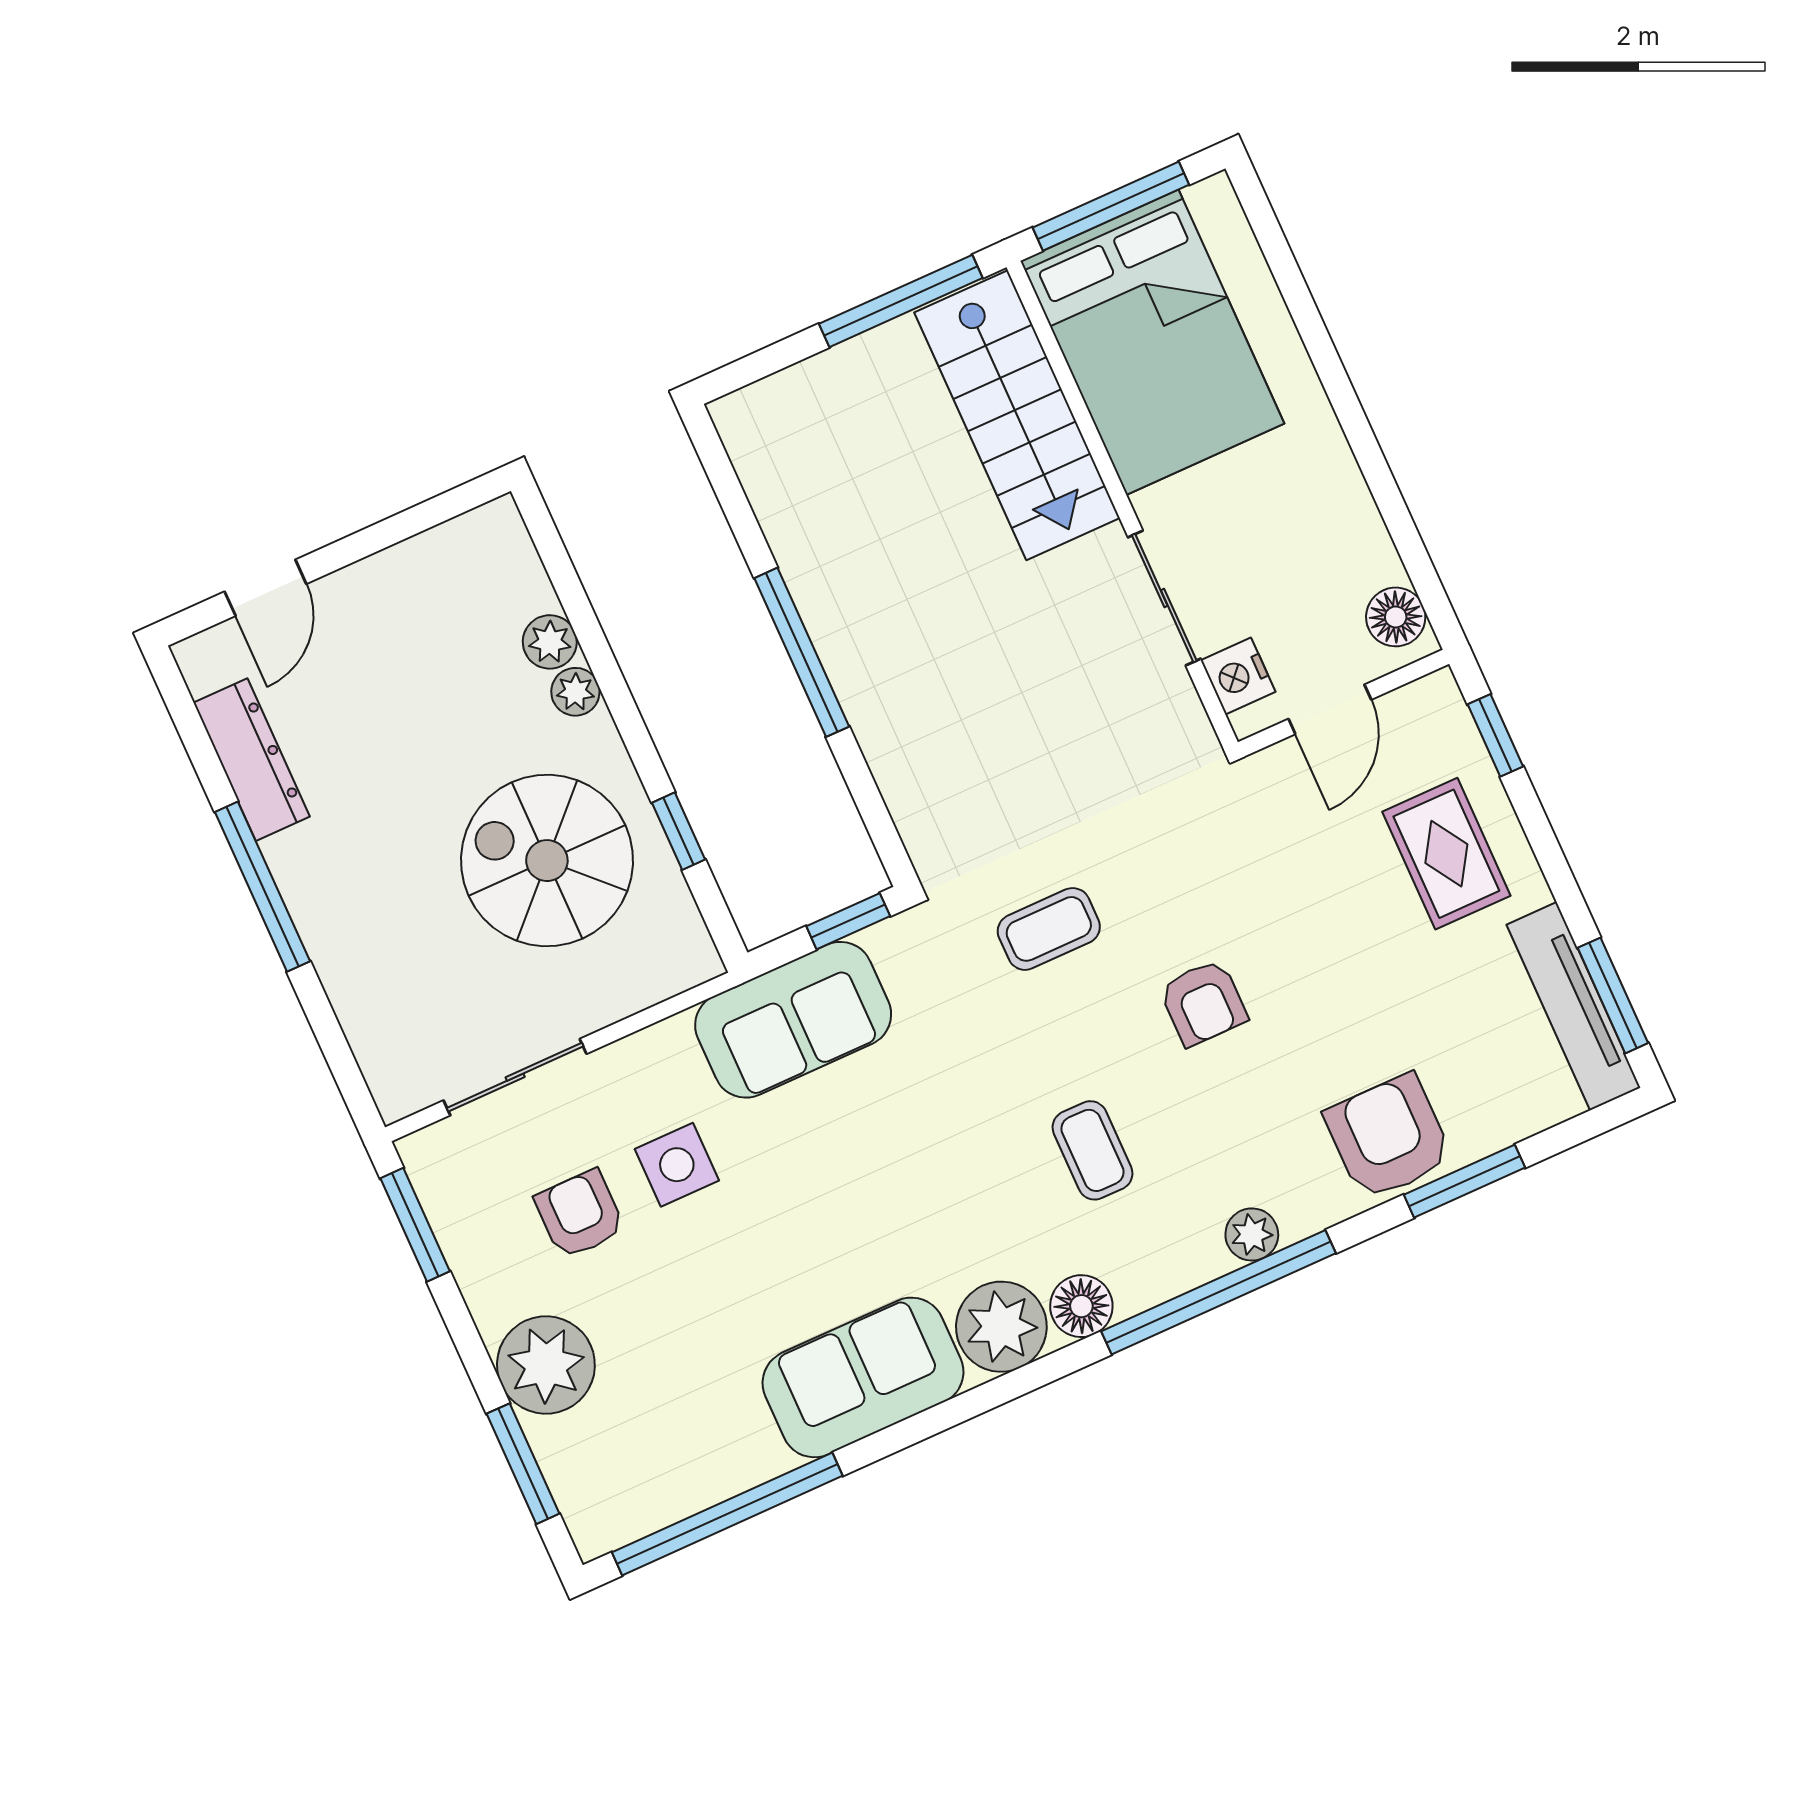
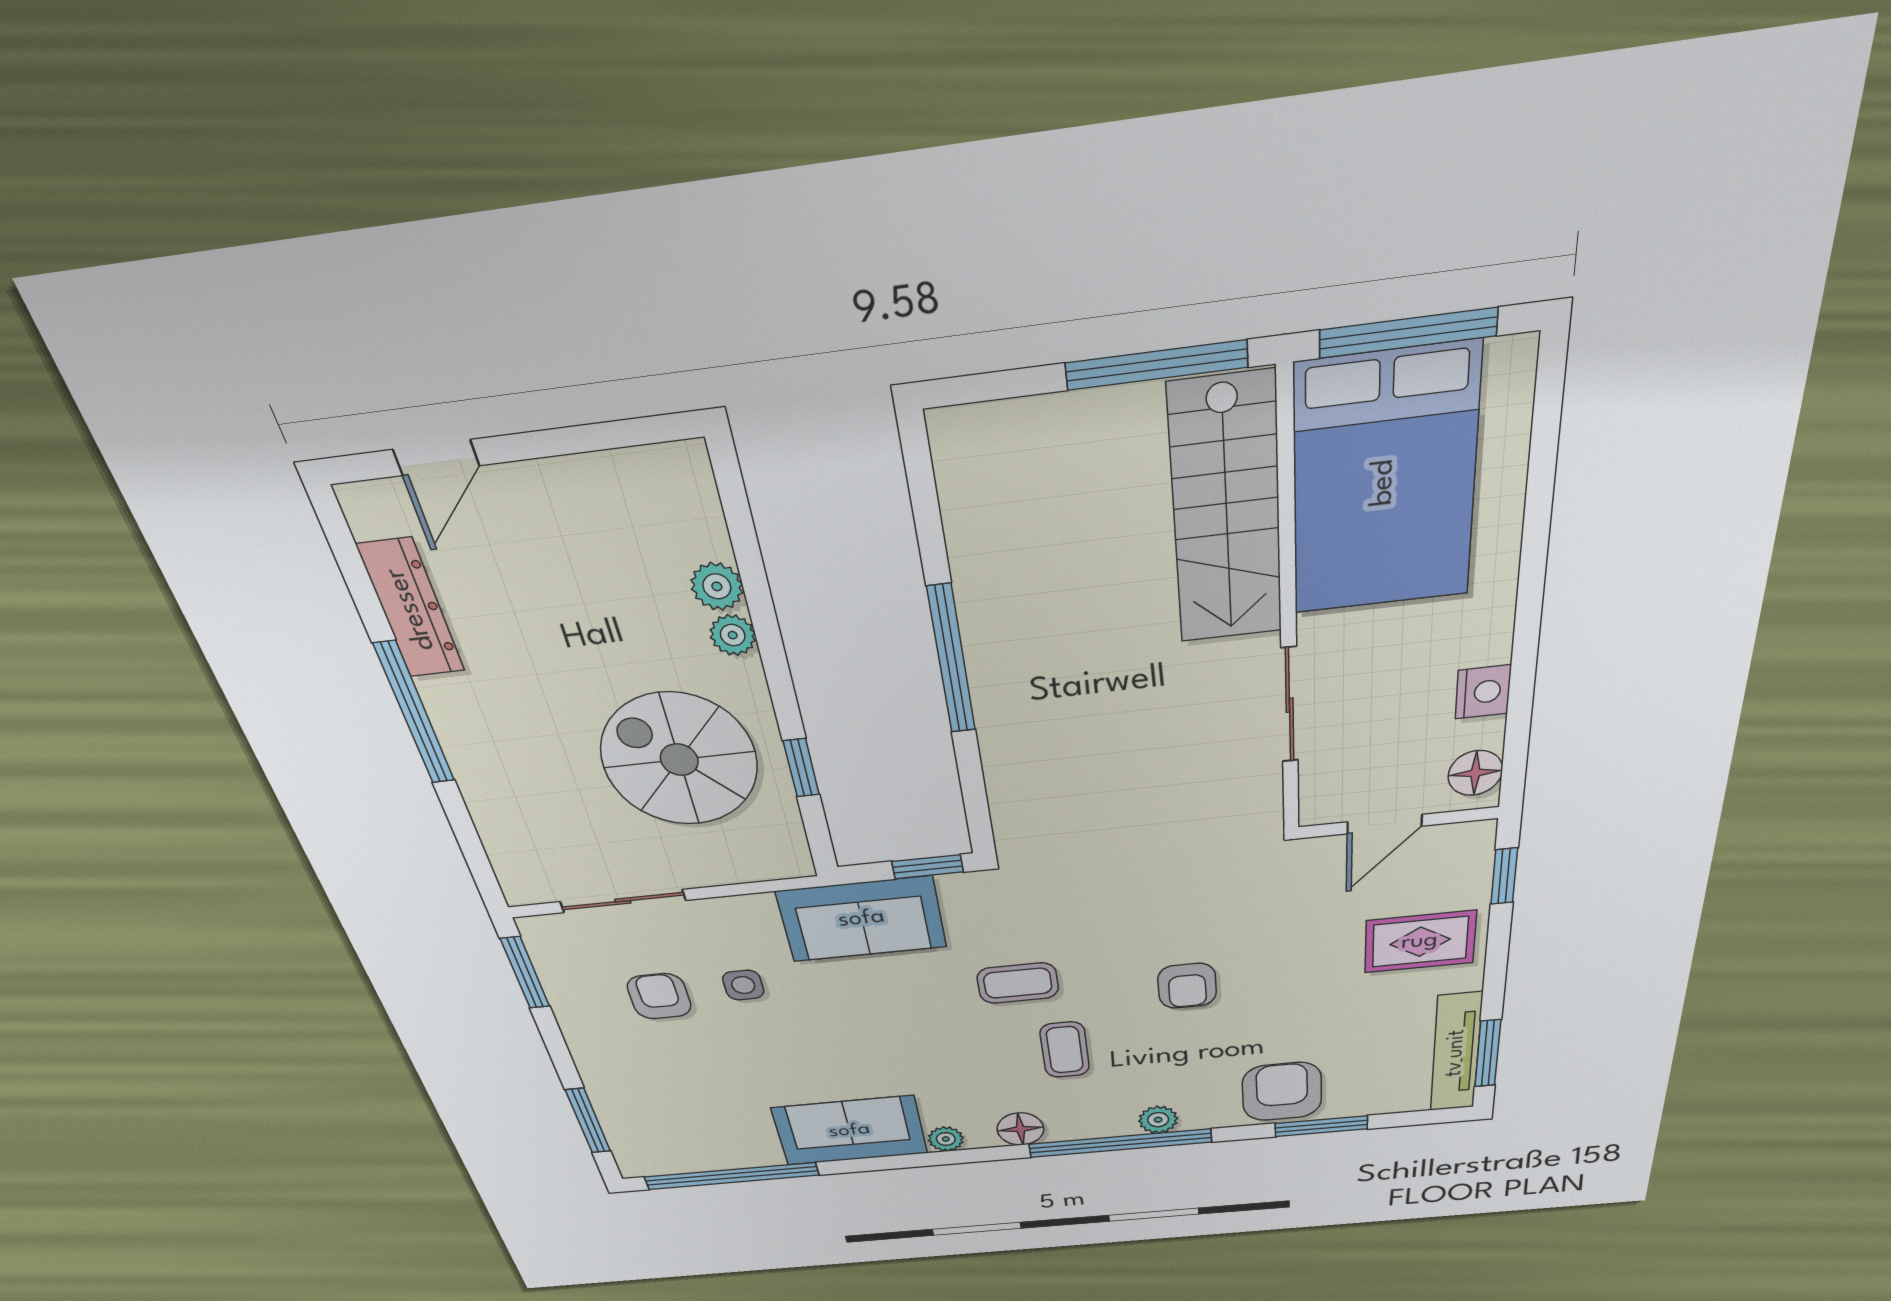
nightstand: (1238, 676) -> (1483, 692), moved, turned 180
rug: (1446, 854) -> (1420, 942), turned 90
coffee table: (1049, 929) -> (1018, 983), moved
side table: (677, 1165) -> (743, 985), width x0.73, depth x0.73
plant: (1001, 1327) -> (946, 1139), width x0.53, depth x0.53
plant: (546, 1365) -> (615, 1074), removed

